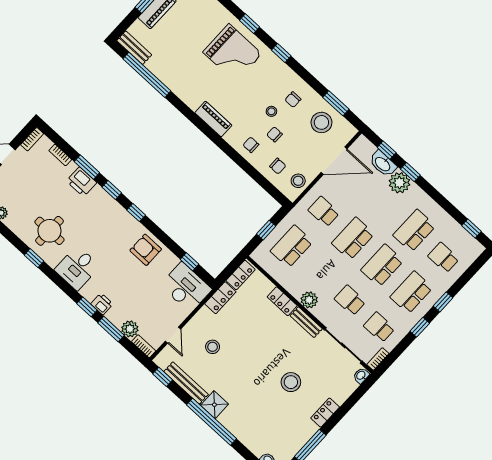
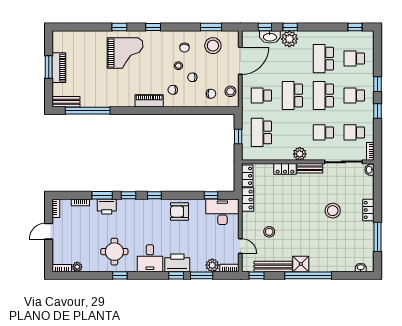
chair: (251, 145) -> (173, 90), moved
school desk: (411, 292) -> (354, 95), width x0.54
printer: (102, 304) -> (177, 263), width x1.87, depth x1.48

